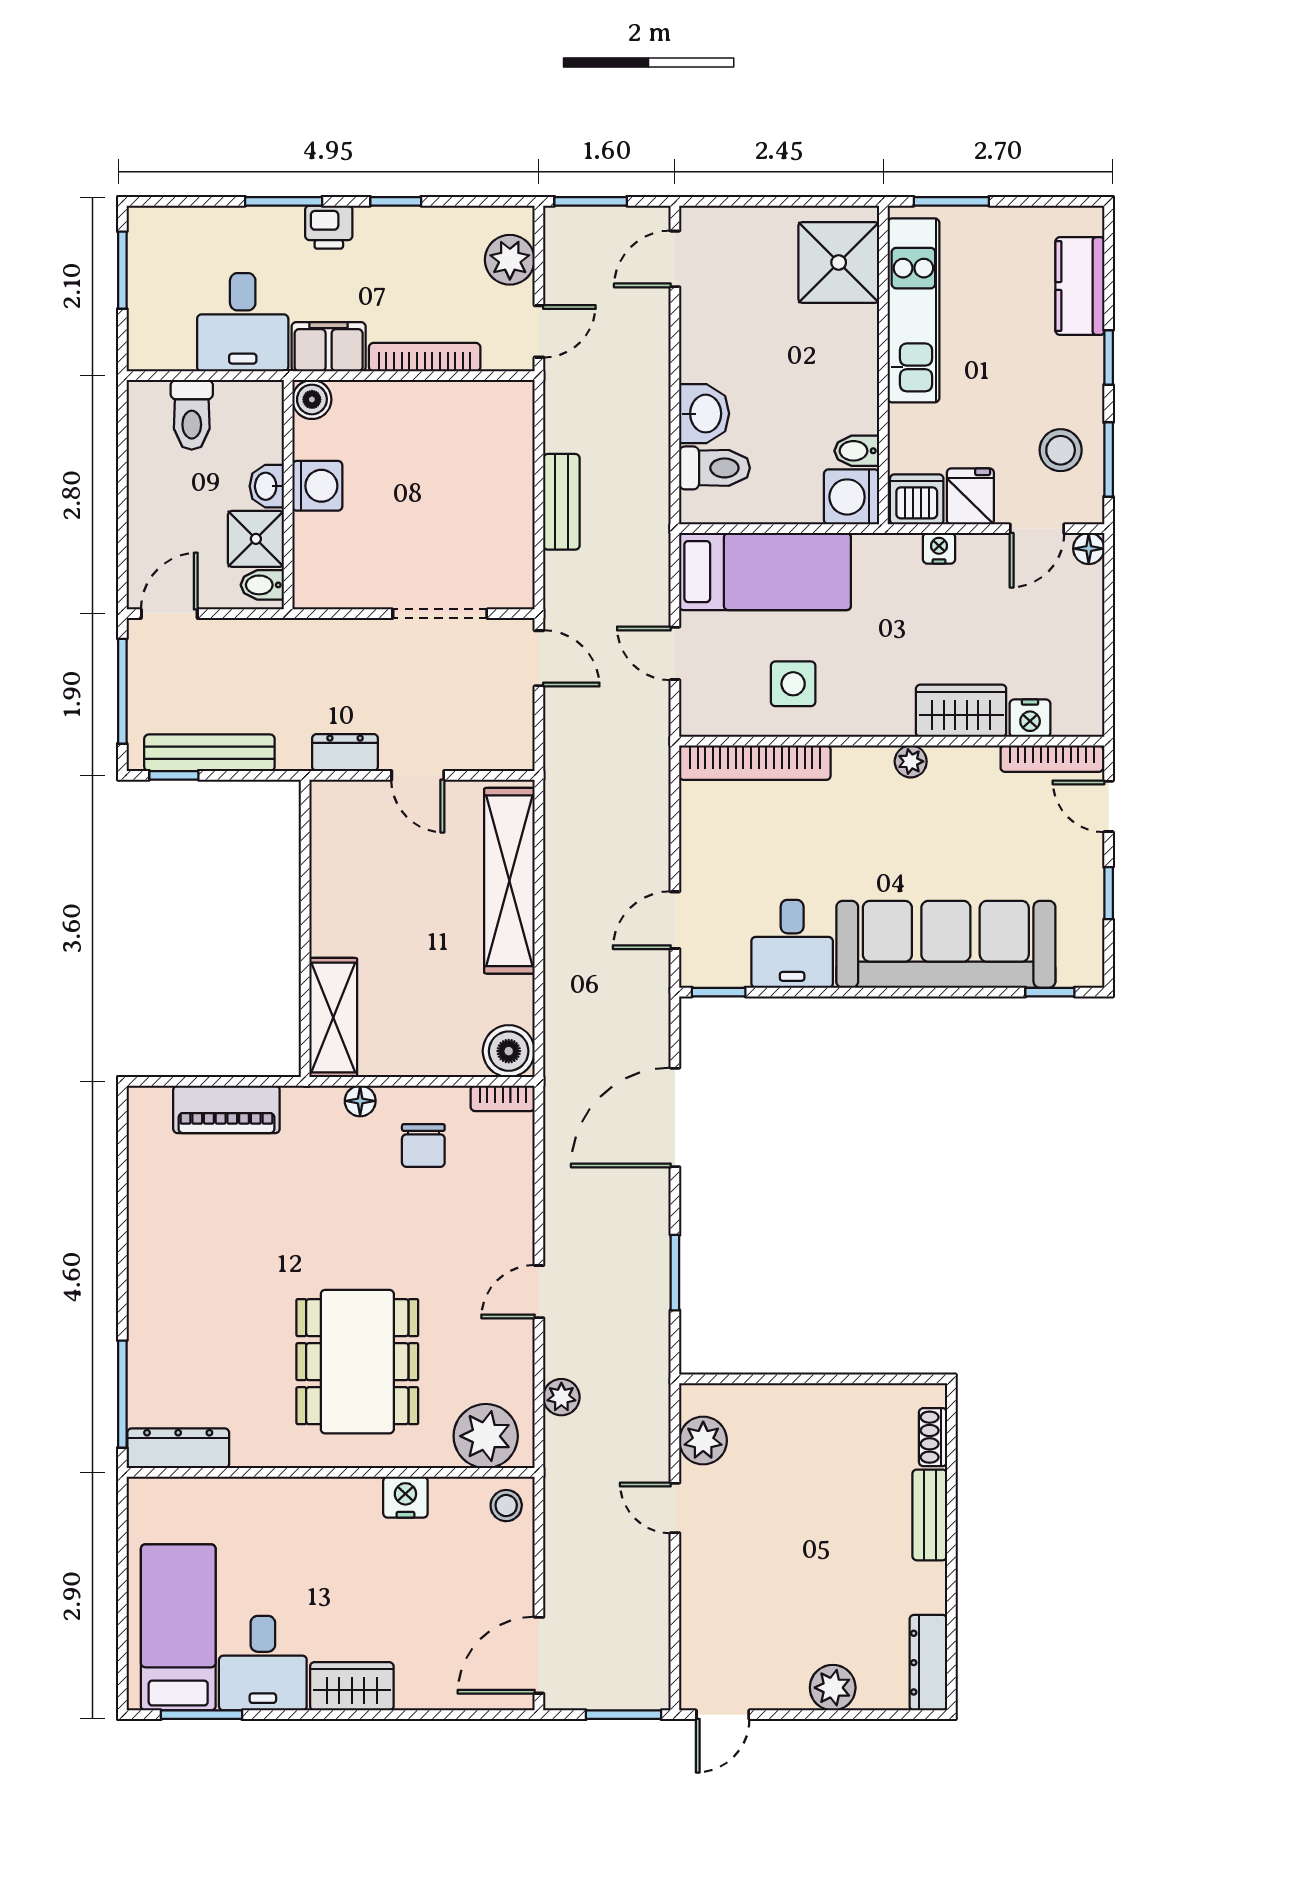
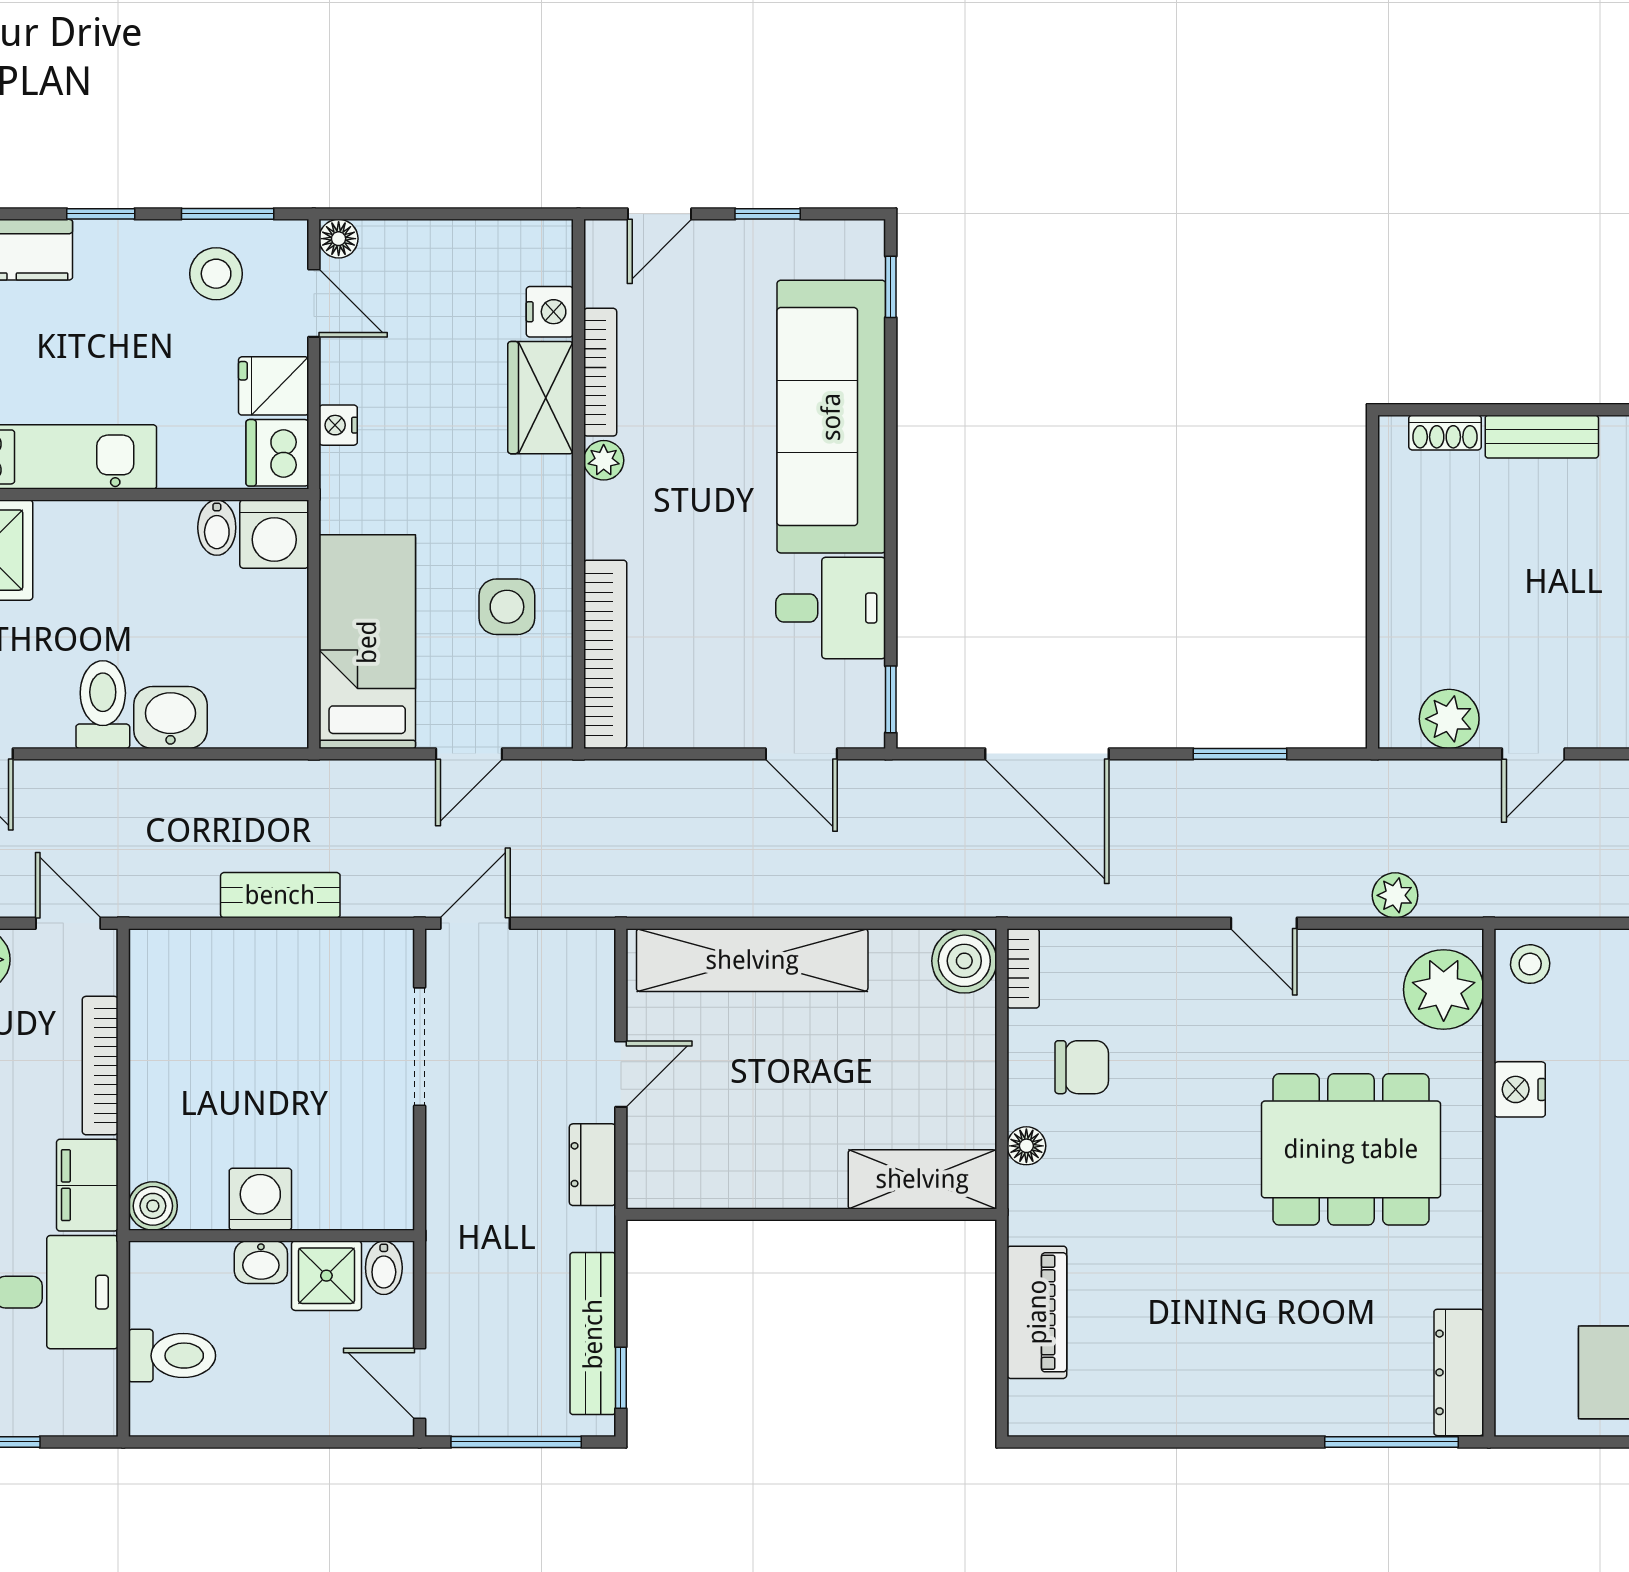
toilet: (715, 468) -> (103, 705), moved
bookcase: (1052, 759) -> (600, 372), moved

